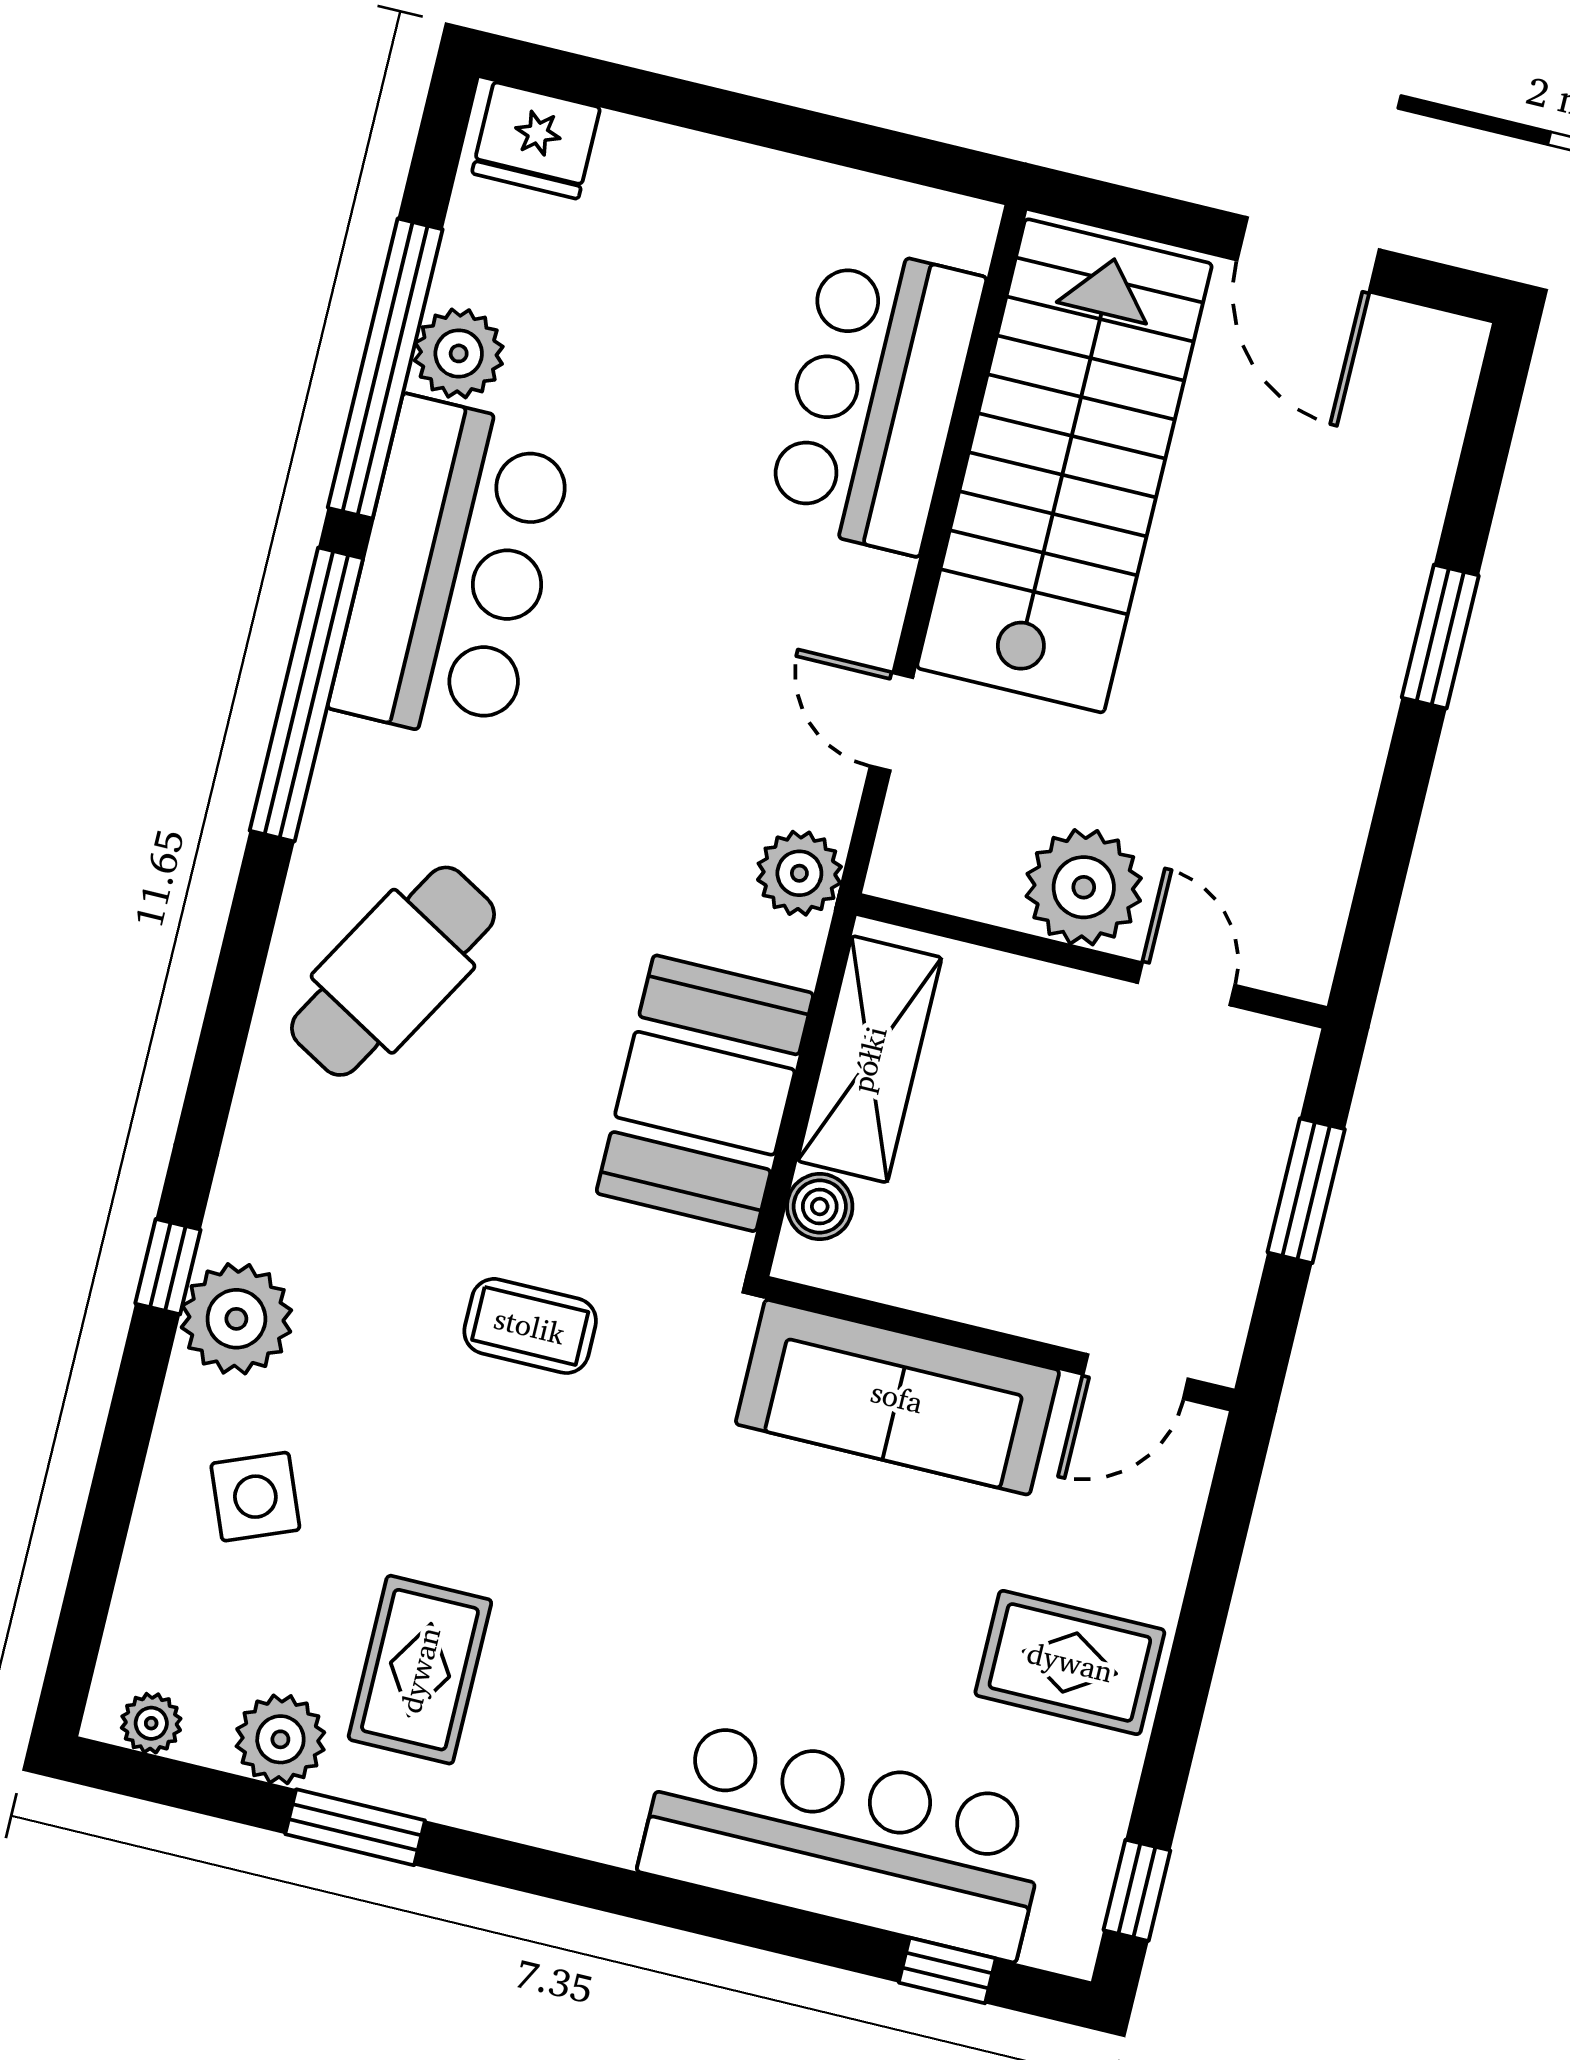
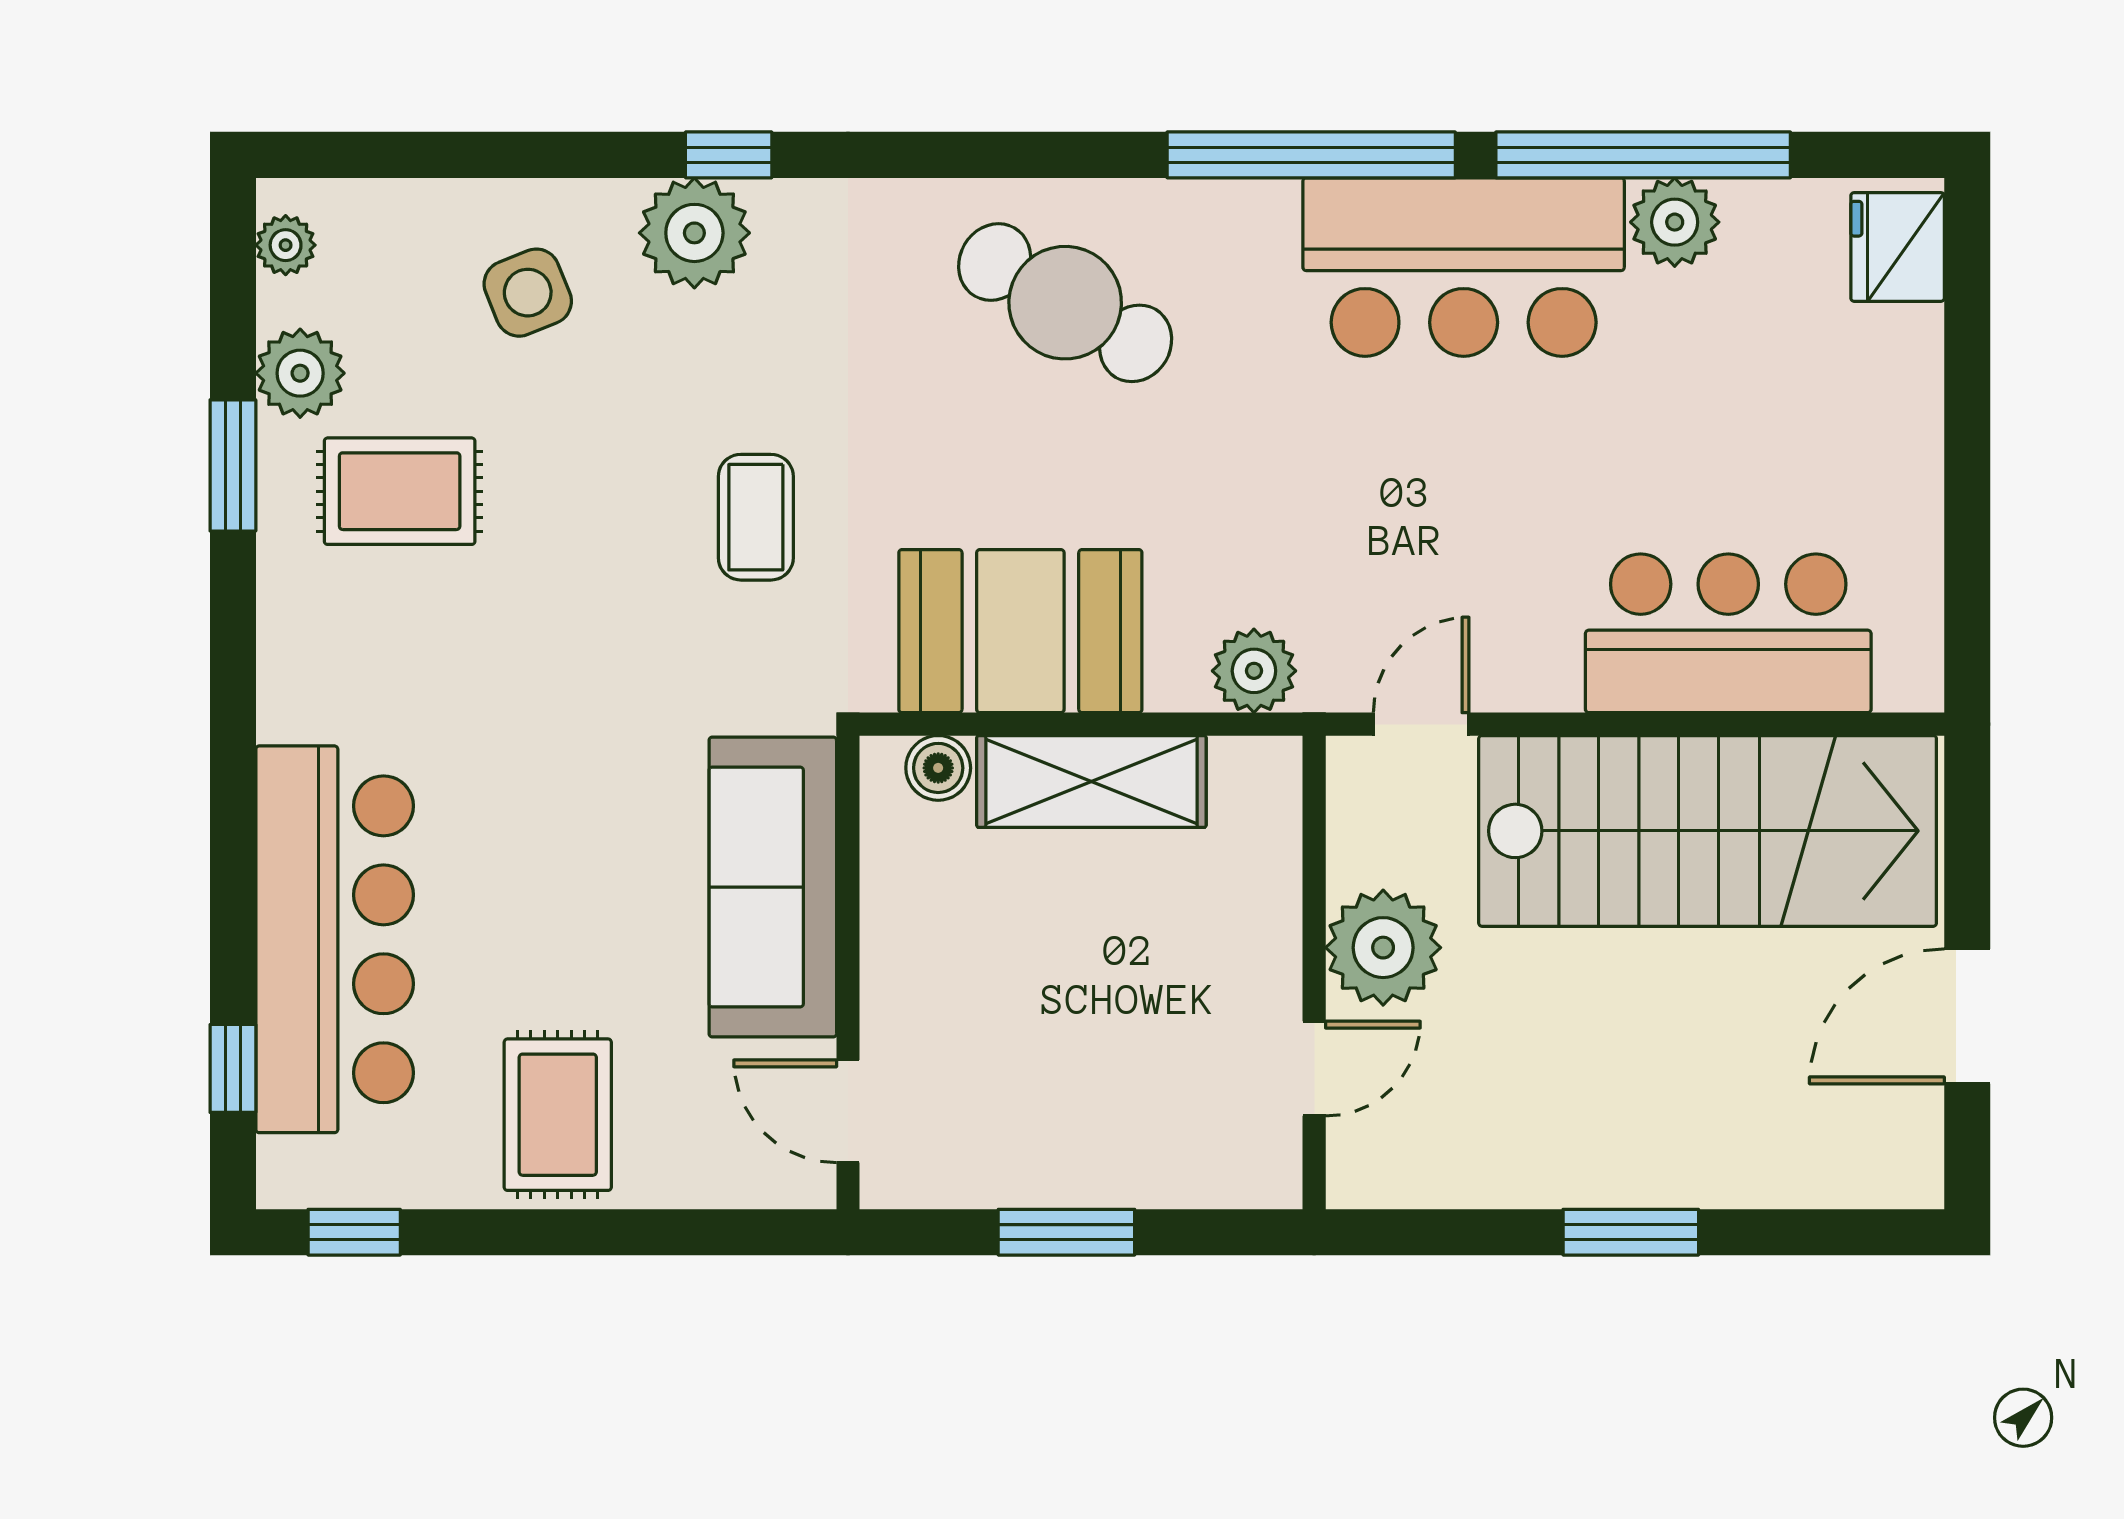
plant: (1084, 887) -> (1383, 948), moved
wall: (1092, 961) -> (1314, 972), moved
door: (1186, 984) -> (1314, 1069), moved

